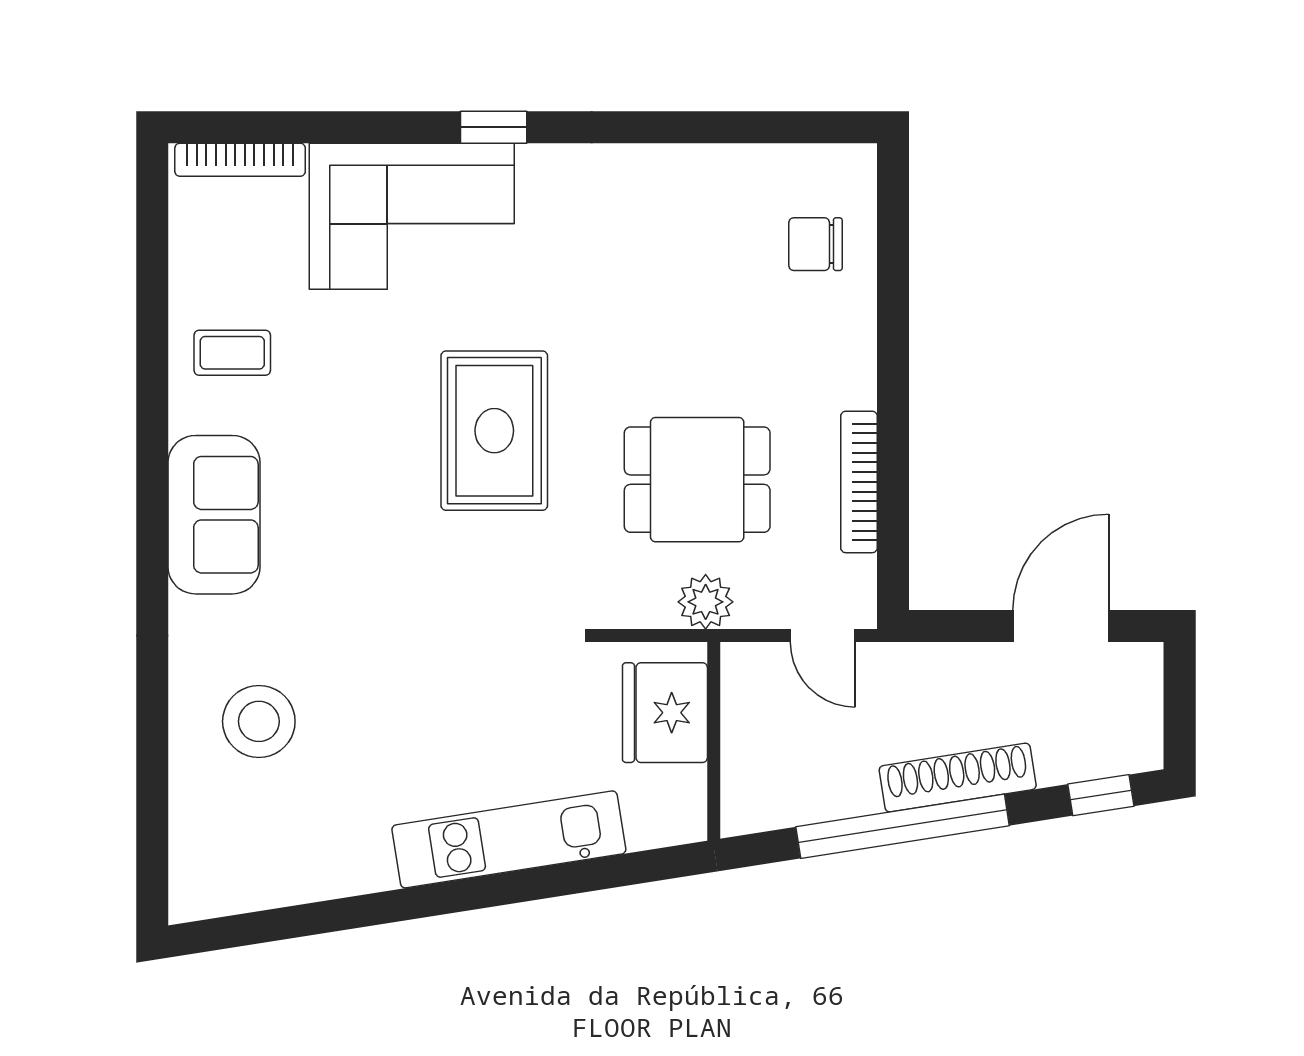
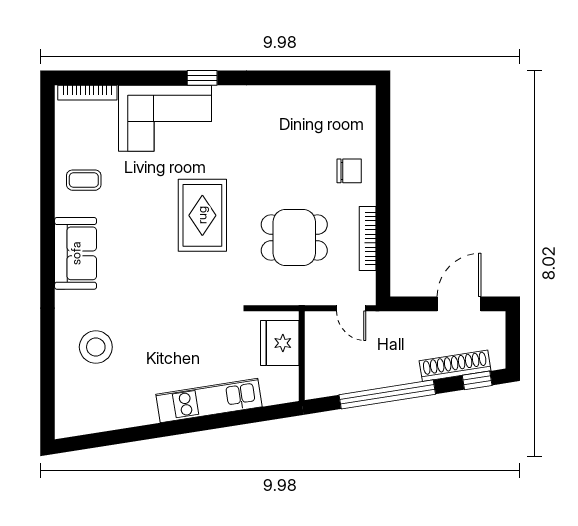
chair: (816, 244) -> (349, 171), moved, turned 180
plant: (706, 602) -> (298, 293), removed
shoe rack: (958, 778) -> (455, 366), moved

